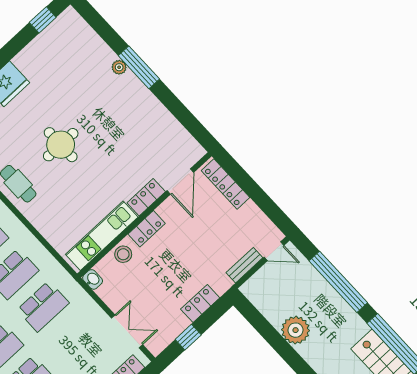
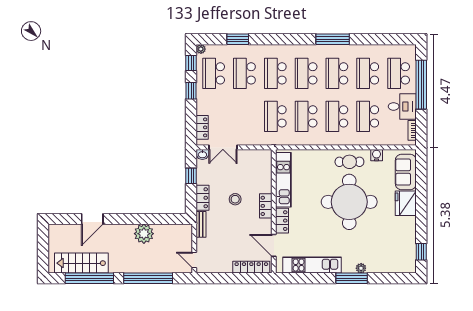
kitchen unit: (164, 122) -> (312, 265), added
round table: (61, 145) -> (349, 202), width x1.86, depth x1.86
door: (274, 251) -> (194, 260), hinge flipped
stool: (123, 254) -> (235, 199), moved
bench: (244, 265) -> (201, 224), moved
washbasin: (93, 279) -> (202, 154), moved

